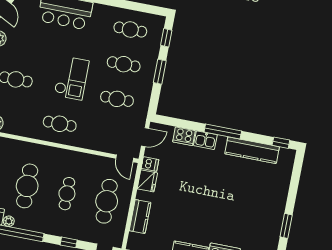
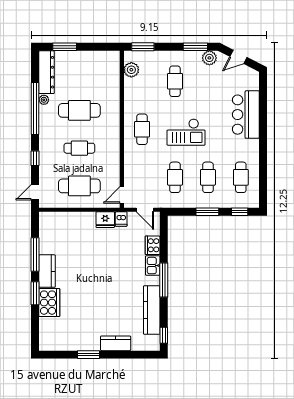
kitchen counter: (140, 217) -> (116, 343), moved, turned 180

